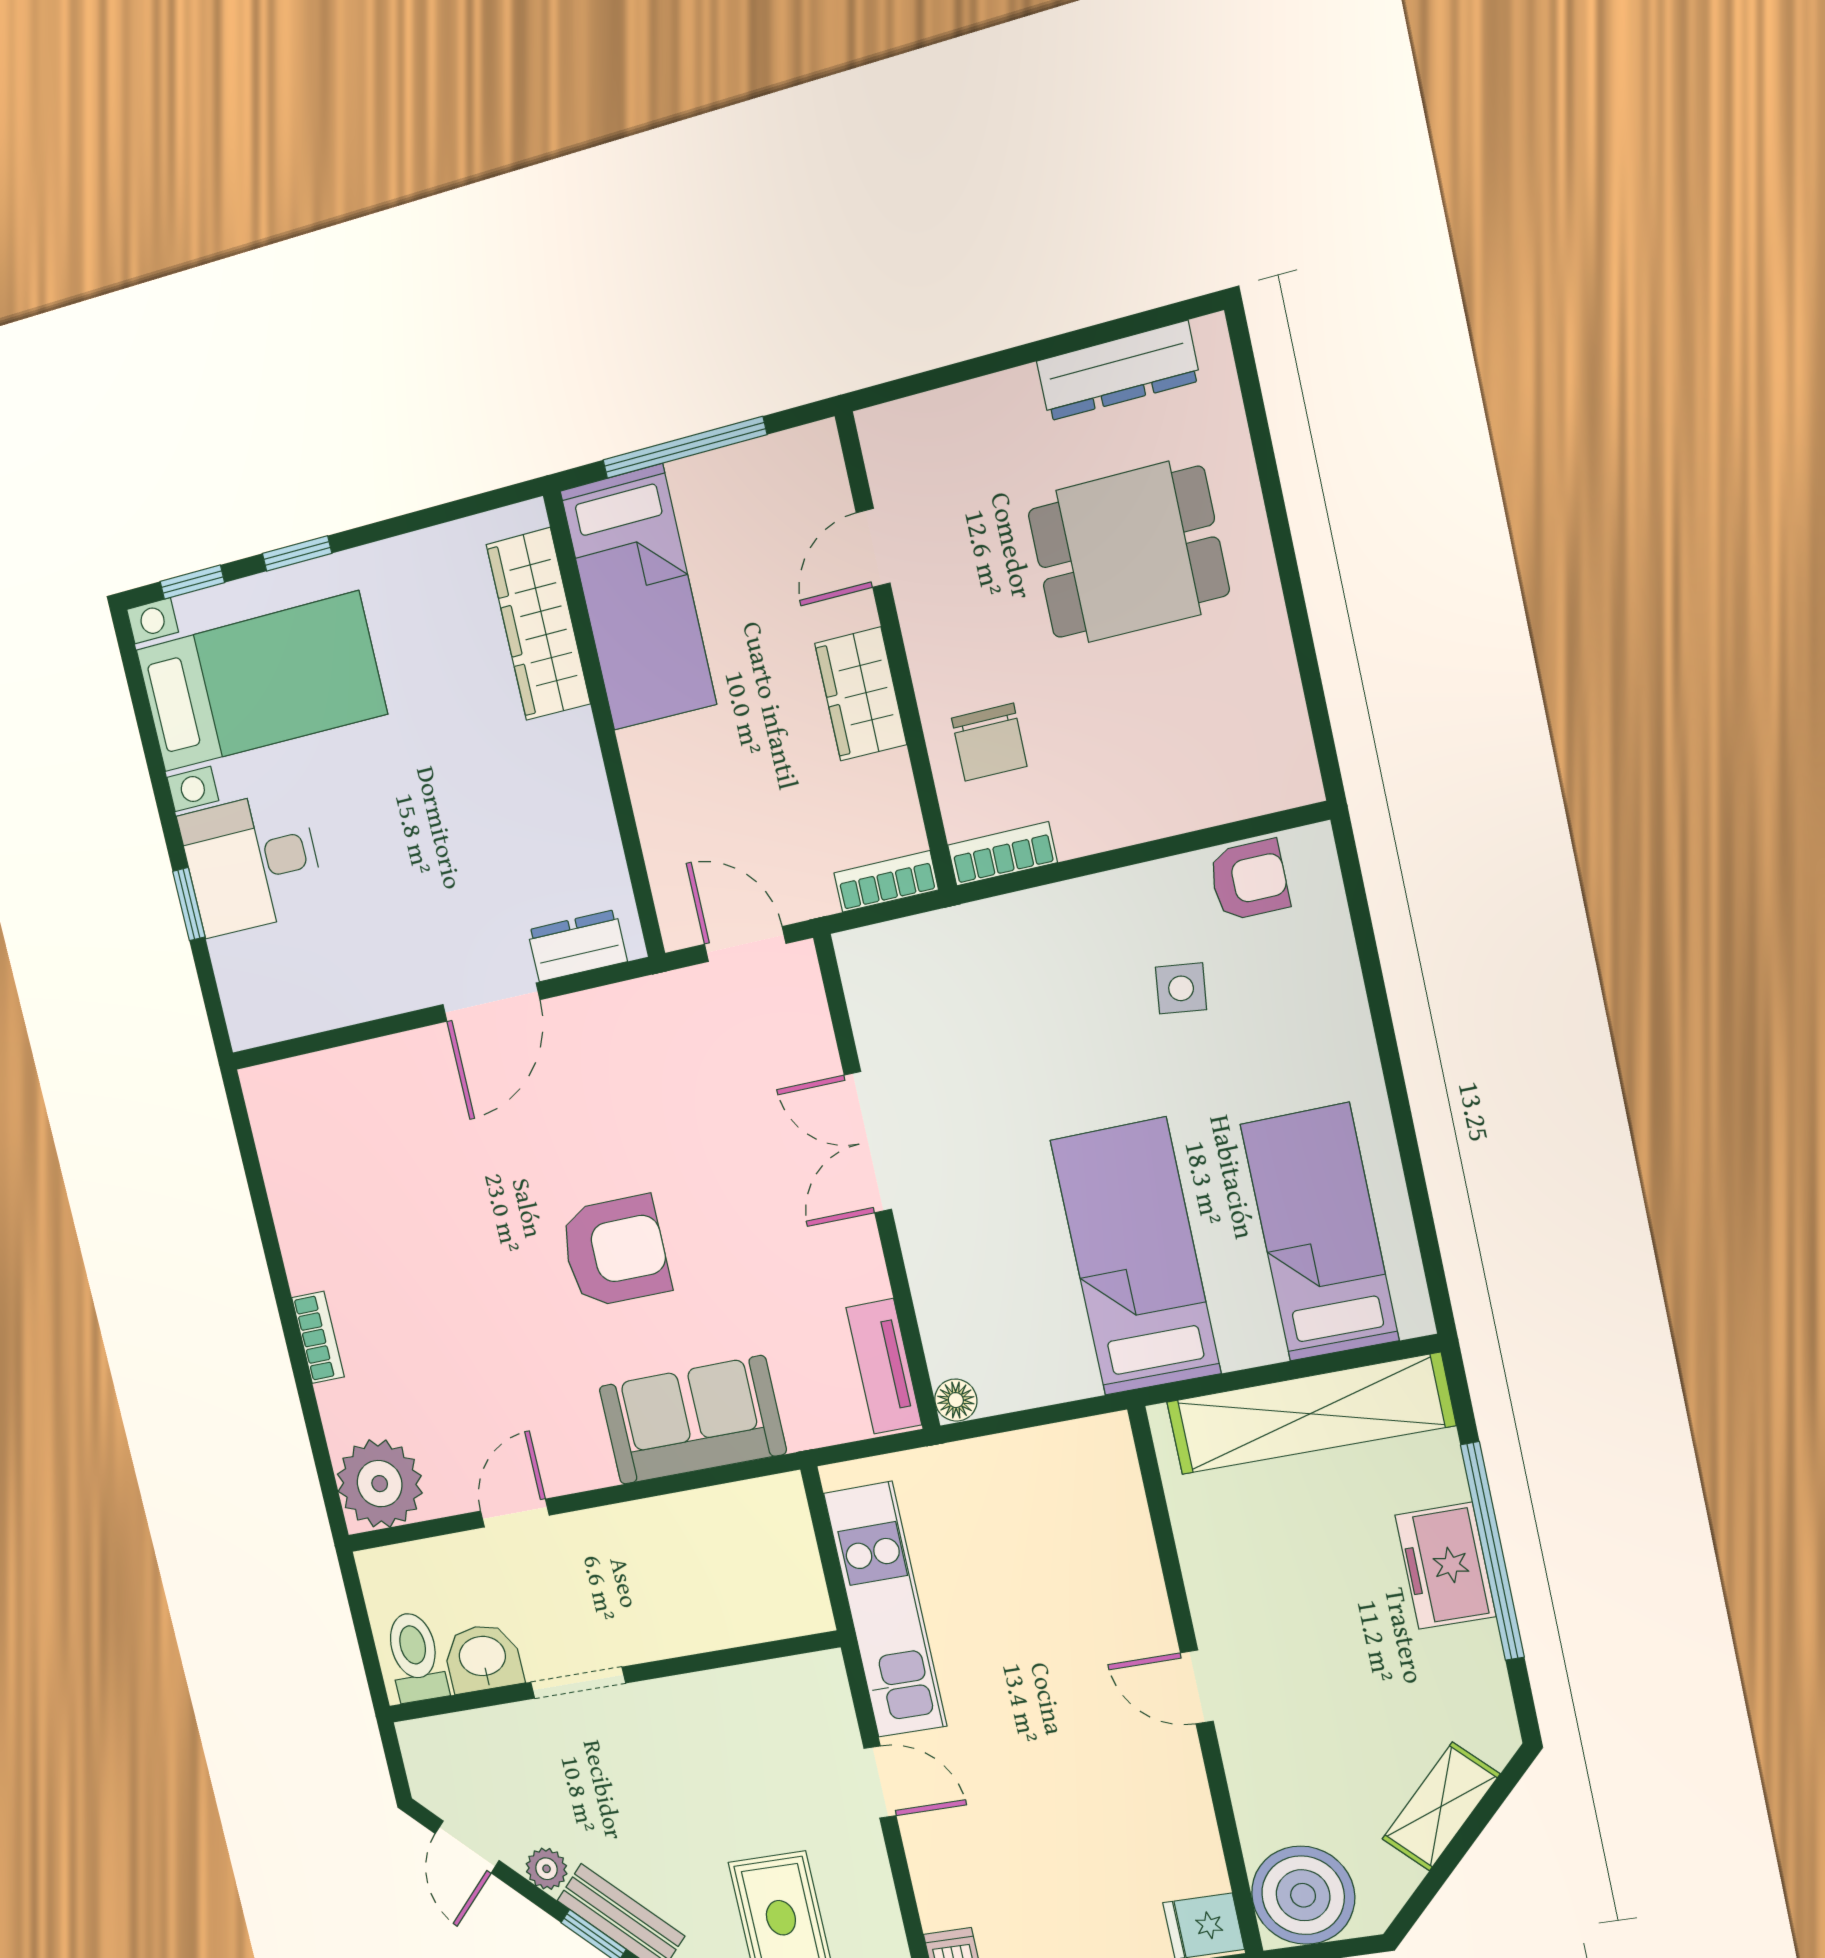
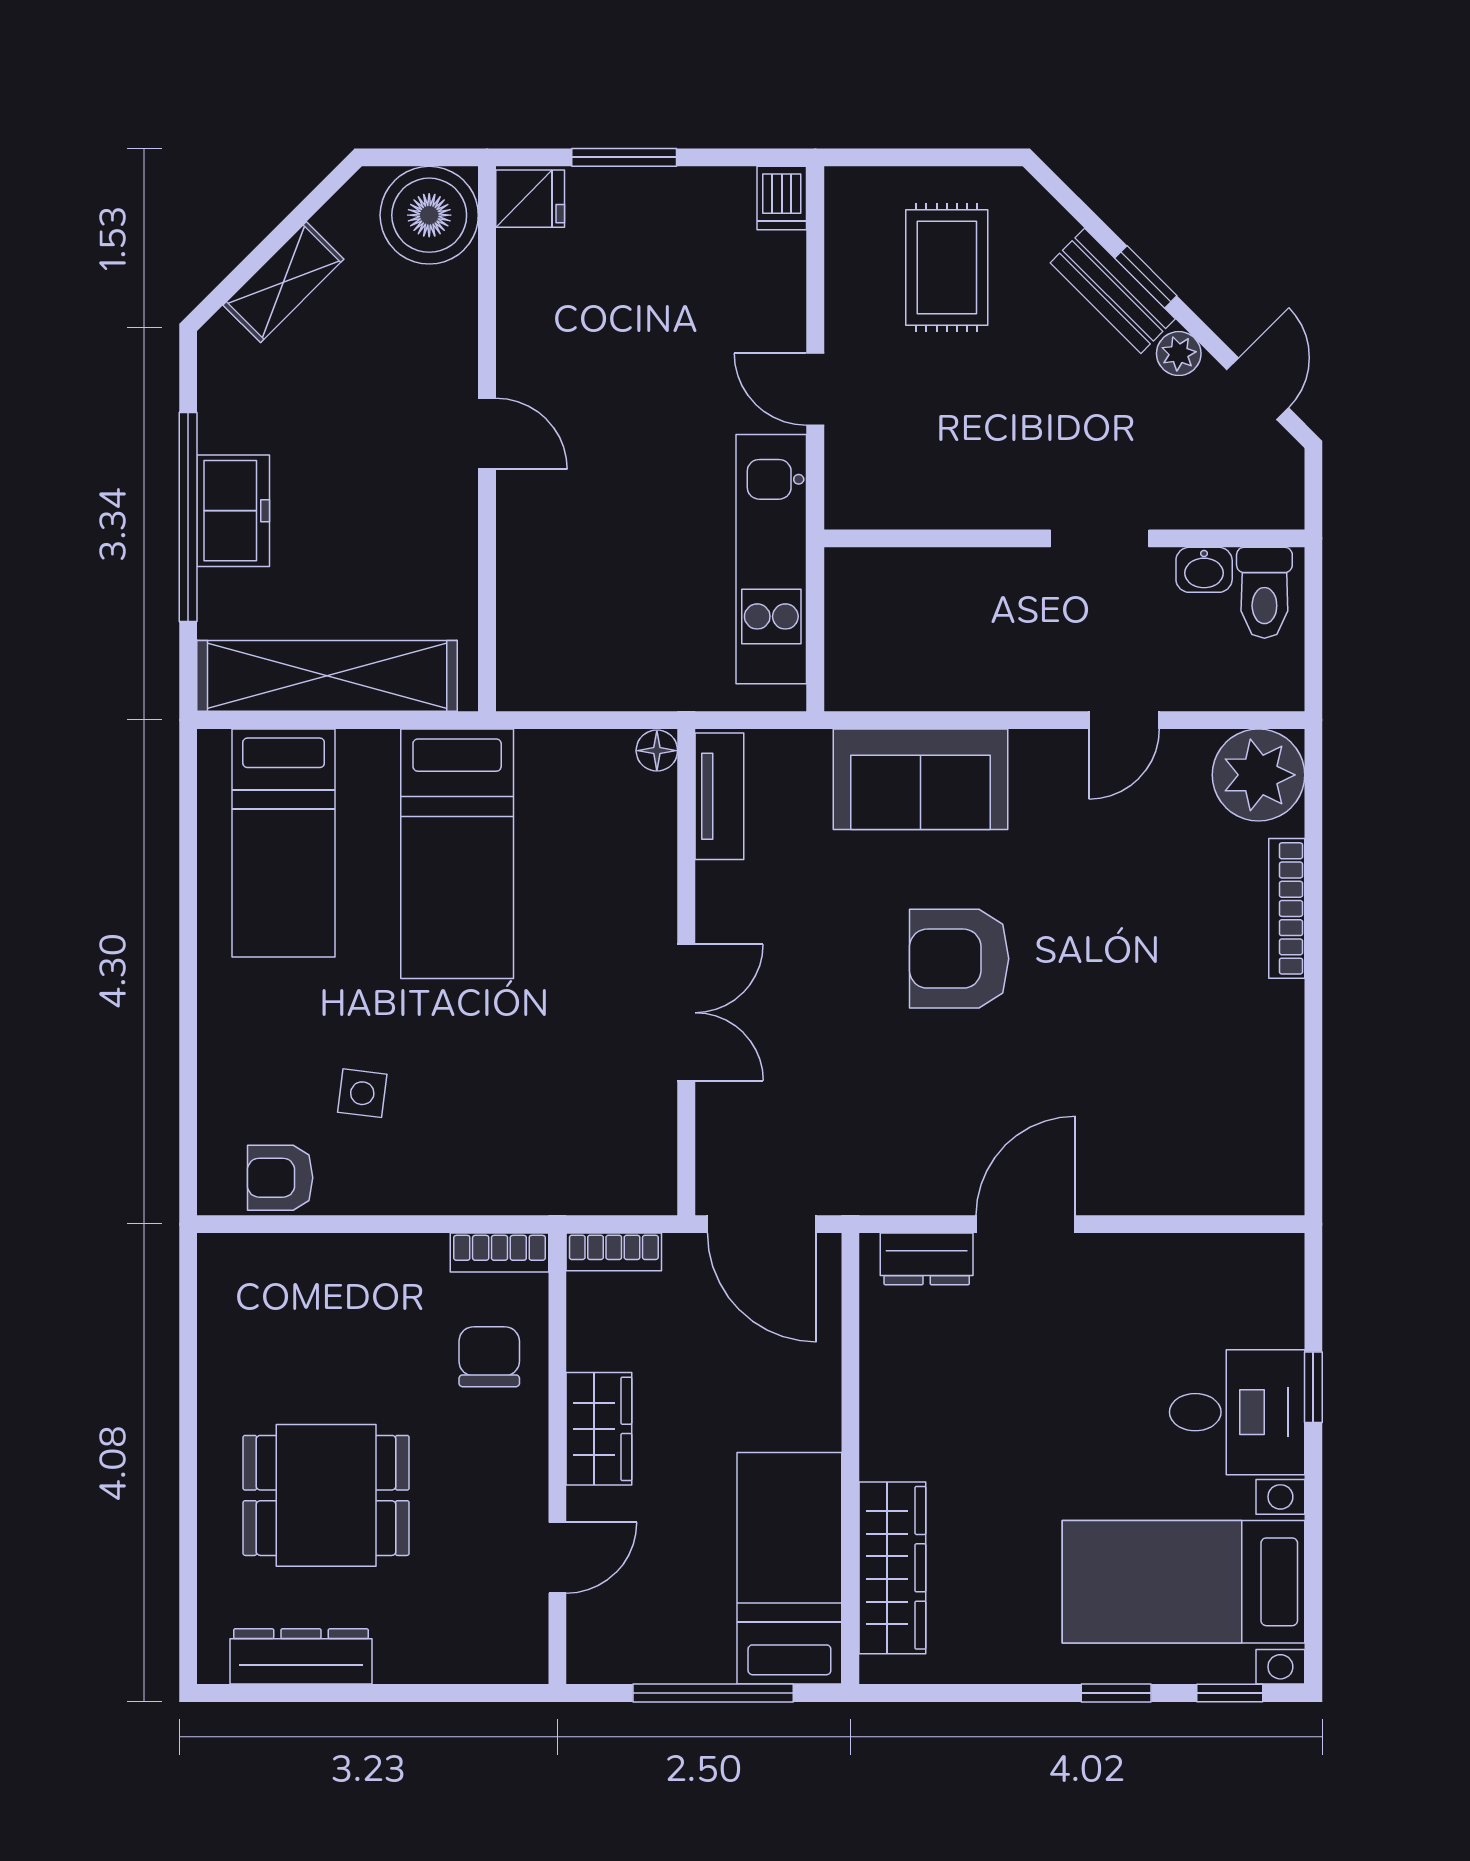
door: (745, 944) -> (762, 1224), width x1.38
bookcase: (318, 1337) -> (1287, 908), width x1.56
washbasin: (483, 1658) -> (1204, 570), width x0.72, depth x0.69

